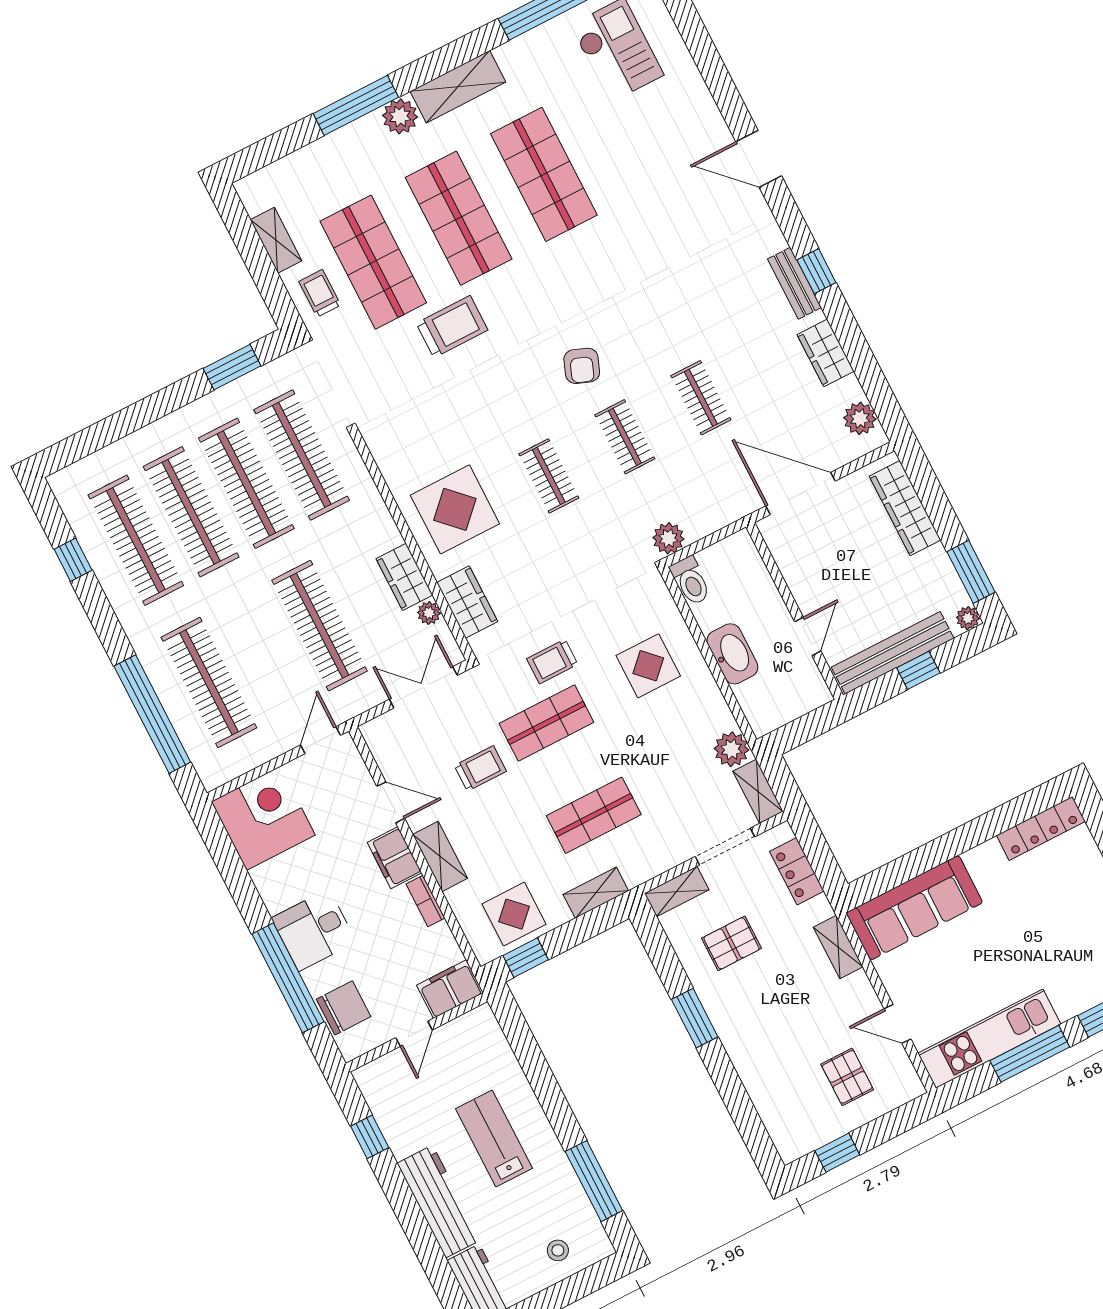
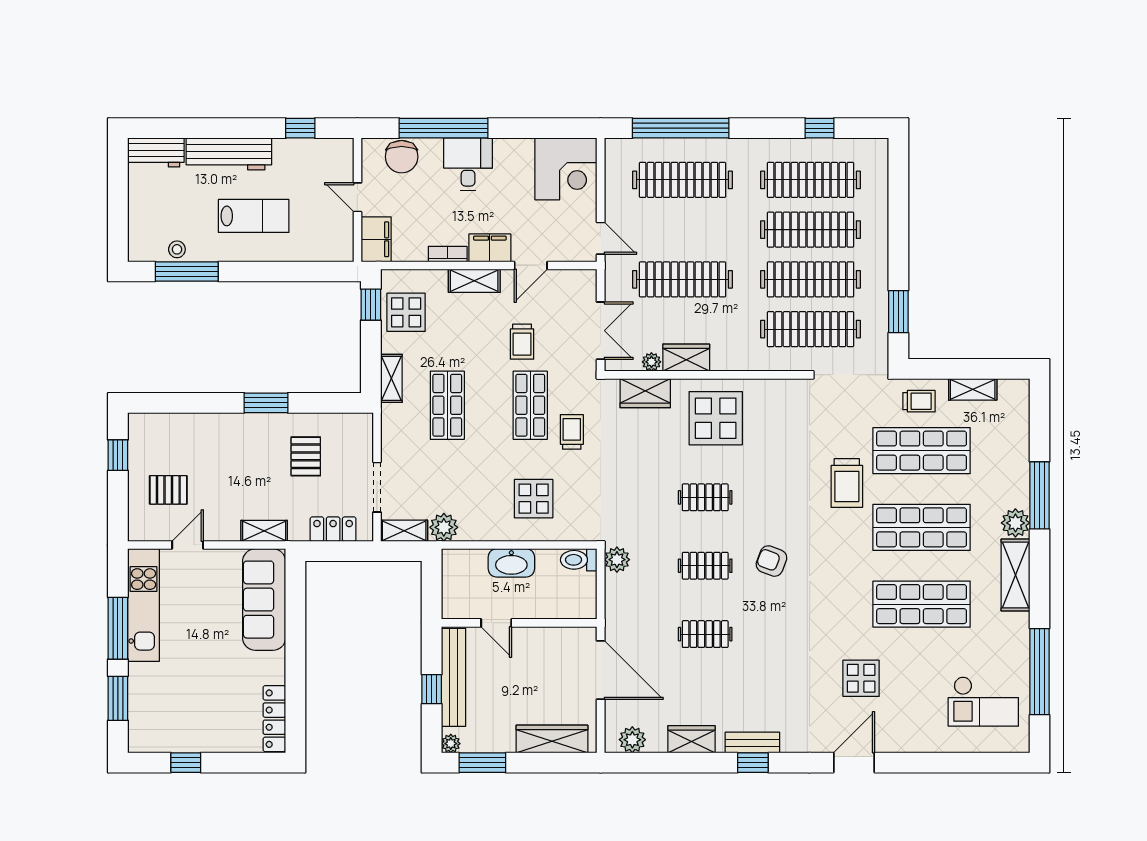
display table: (661, 199) -> (861, 678), added
door: (800, 493) -> (601, 670), hinge flipped
shelving: (677, 892) -> (363, 436), removed
stool: (558, 1250) -> (177, 249), moved

